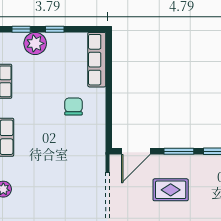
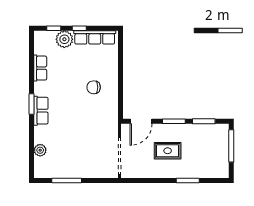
row of seats: (97, 60) -> (95, 37), moved, turned -90
chair: (73, 107) -> (94, 87), turned -90

